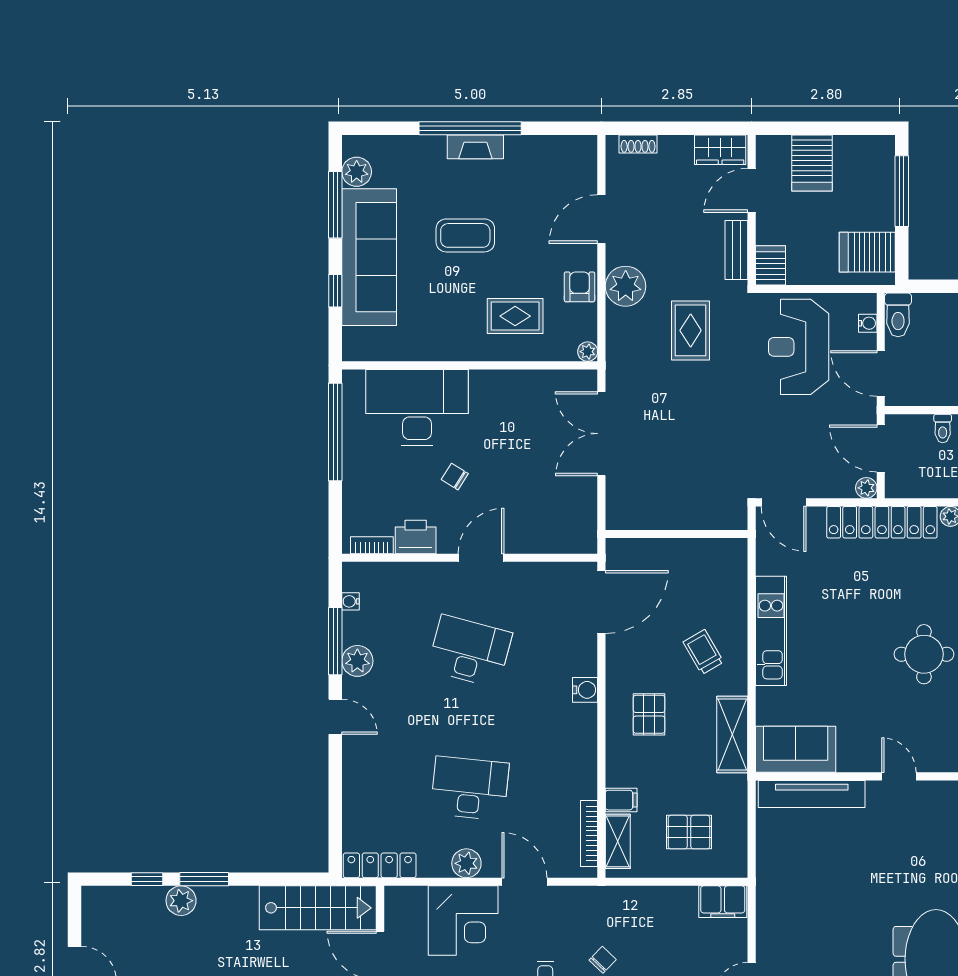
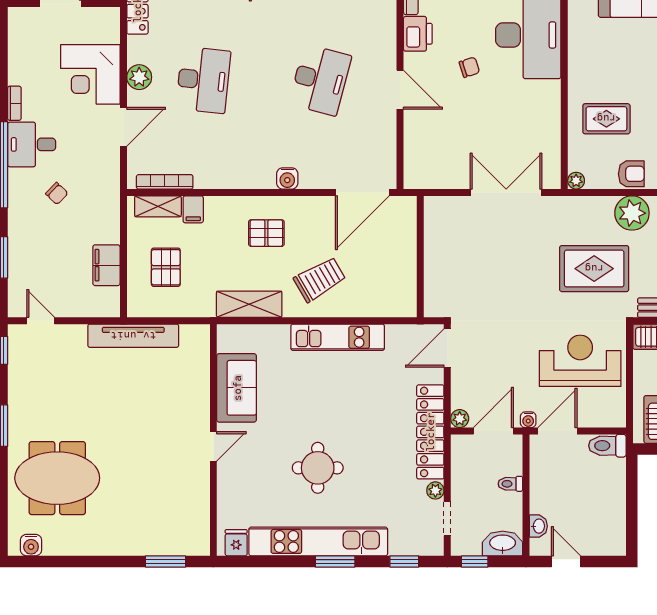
rug: (515, 316) -> (606, 119), turned 90
water cooler: (868, 323) -> (528, 420), moved
rug: (691, 330) -> (594, 269), width x1.36, depth x1.43
chair: (455, 477) -> (469, 67), turned 40
door: (601, 602) -> (362, 192), hinge flipped
trolley: (703, 652) -> (320, 279), width x1.36, depth x1.39
sofa: (796, 749) -> (237, 388), moved
tv unit: (812, 794) -> (133, 336), moved, turned -90
filing cabinet: (723, 902) -> (106, 265), moved

